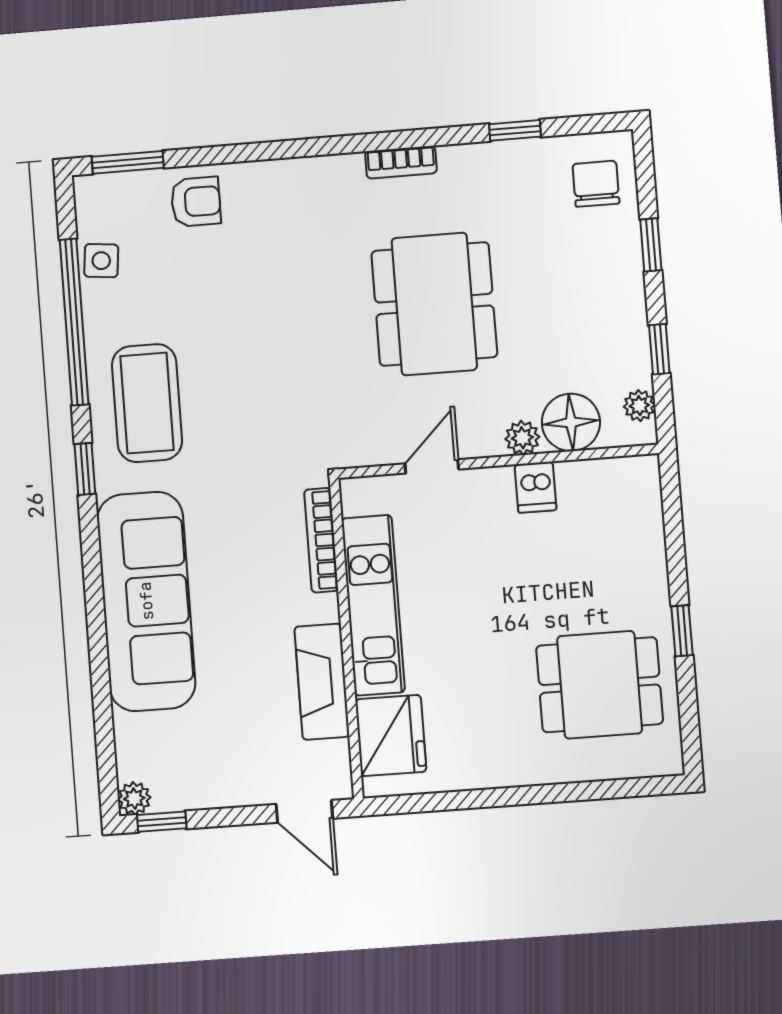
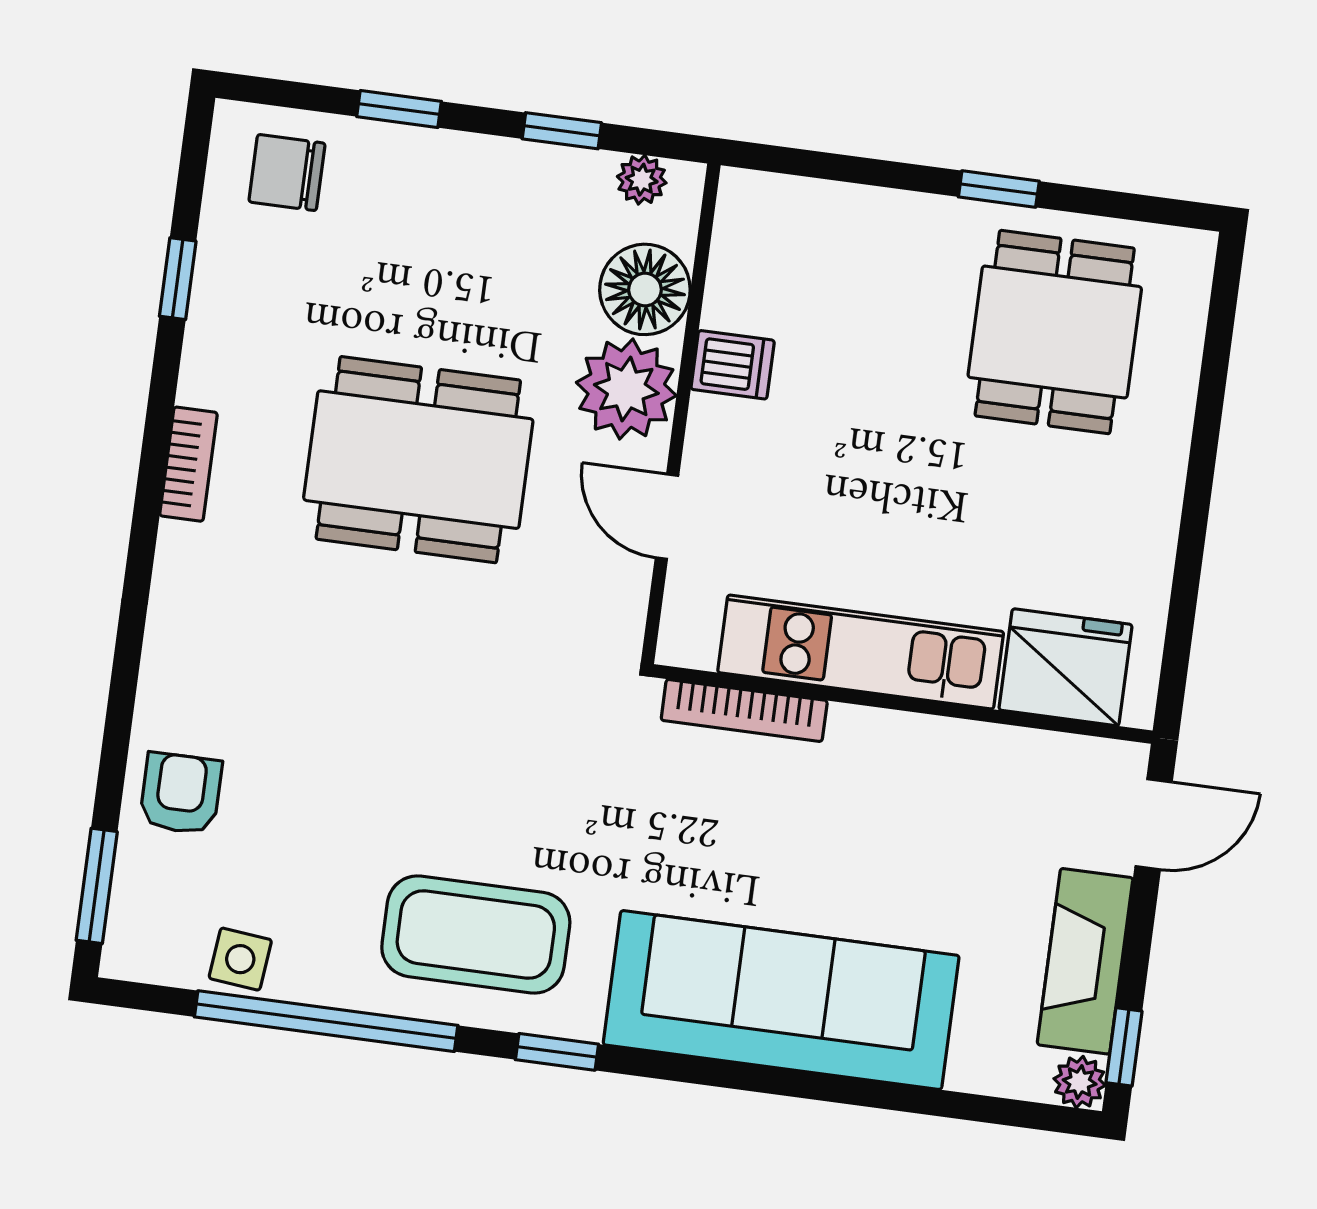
plant: (522, 438) -> (626, 389), width x1.87, depth x1.87
fireplace: (322, 682) -> (1085, 961), moved, turned 90

